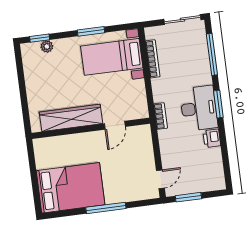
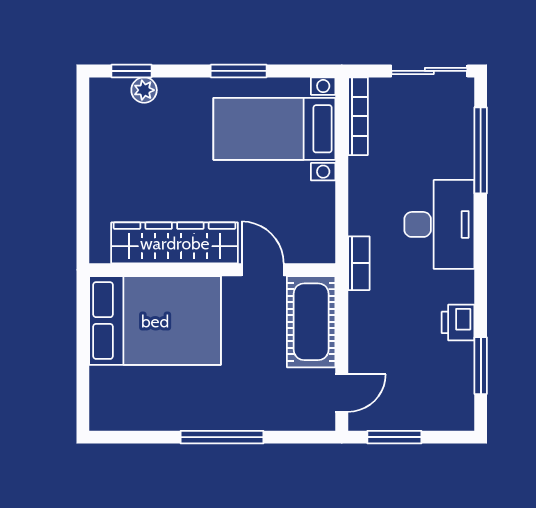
bookcase: (153, 59) -> (358, 116), moved
window: (218, 104) -> (481, 366), moved
desk: (199, 108) -> (439, 224), moved
door: (115, 125) -> (263, 270), swing flipped
cot: (141, 147) -> (311, 322), added
bed: (71, 188) -> (155, 321), moved

